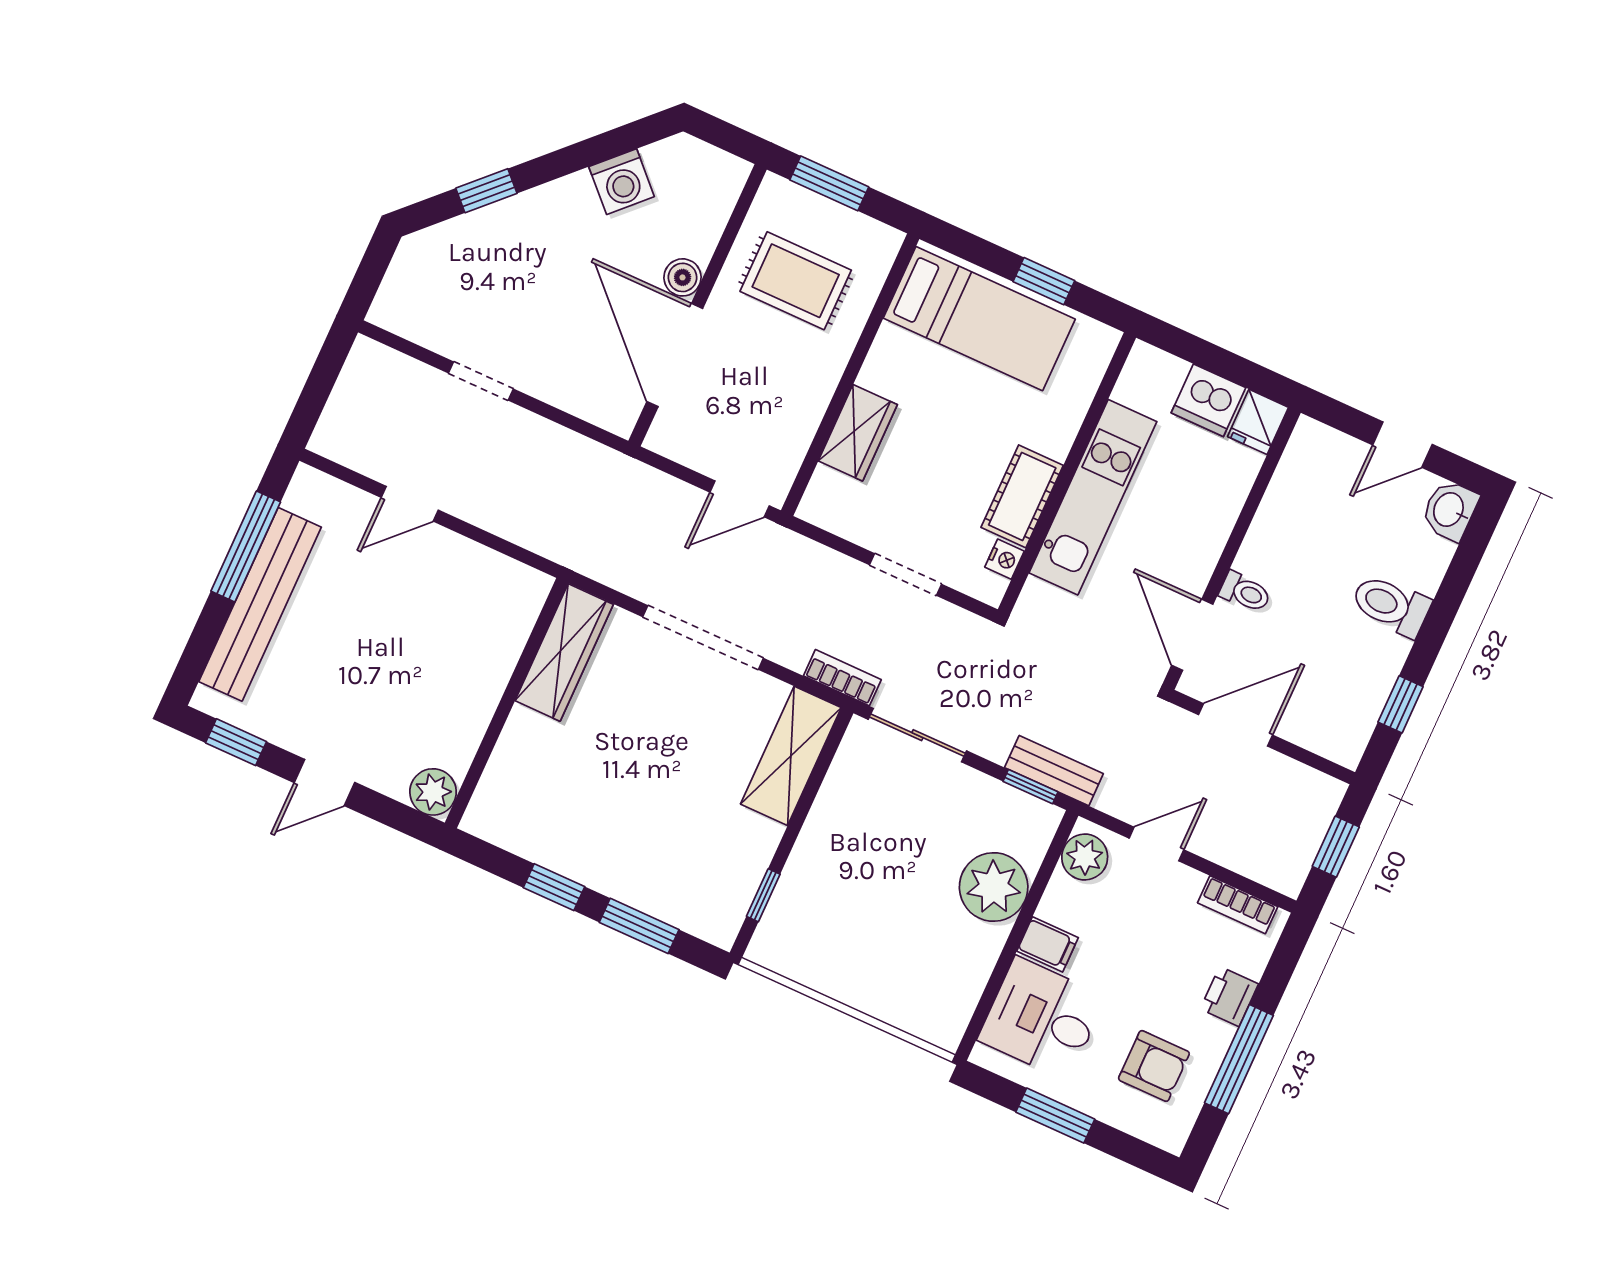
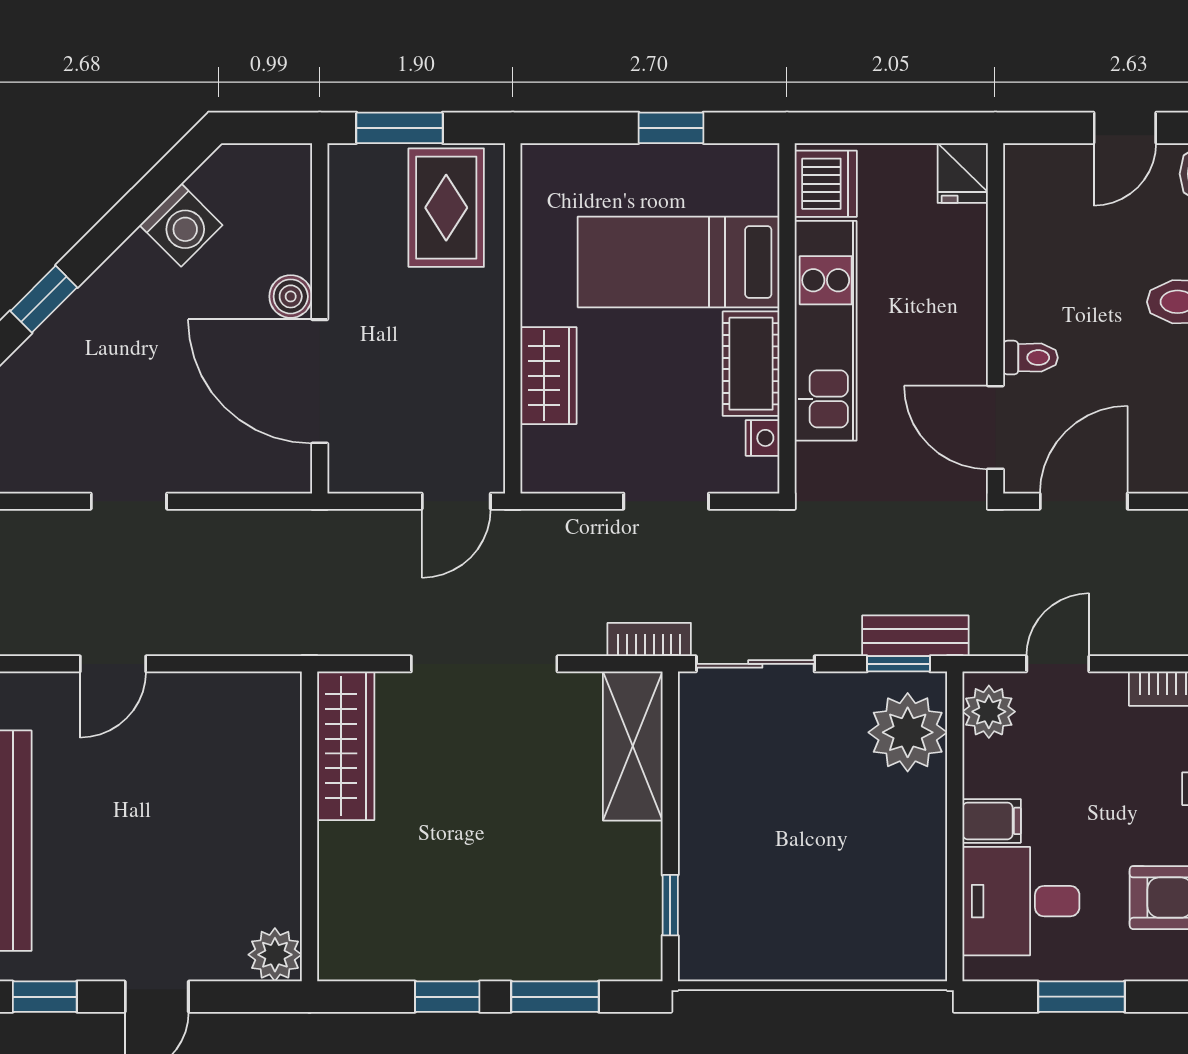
rug: (796, 281) -> (446, 208), moved, turned 90
bed: (979, 319) -> (679, 262), moved, turned 180
dishwasher: (1208, 400) -> (826, 184), moved, turned -90
plant: (994, 887) -> (908, 732), moved

